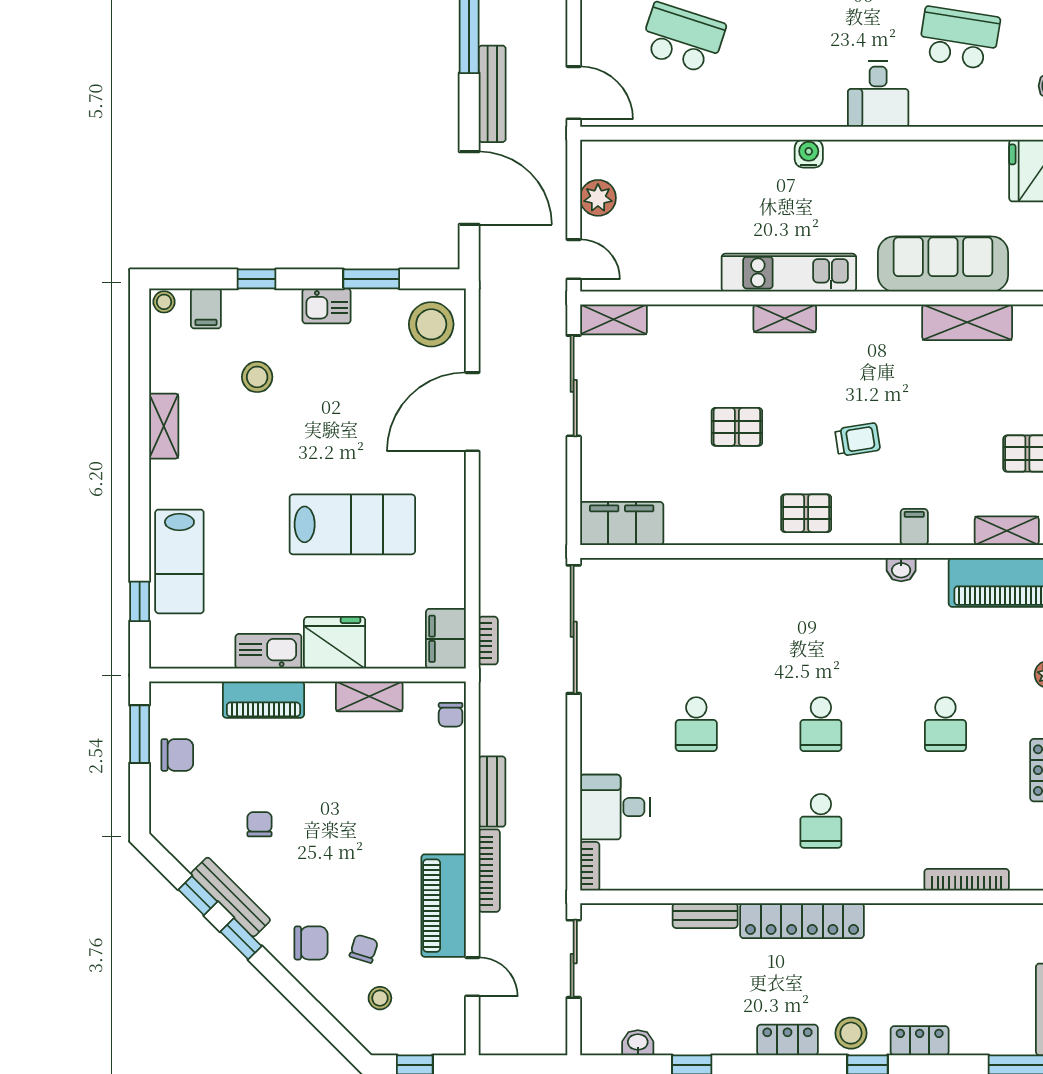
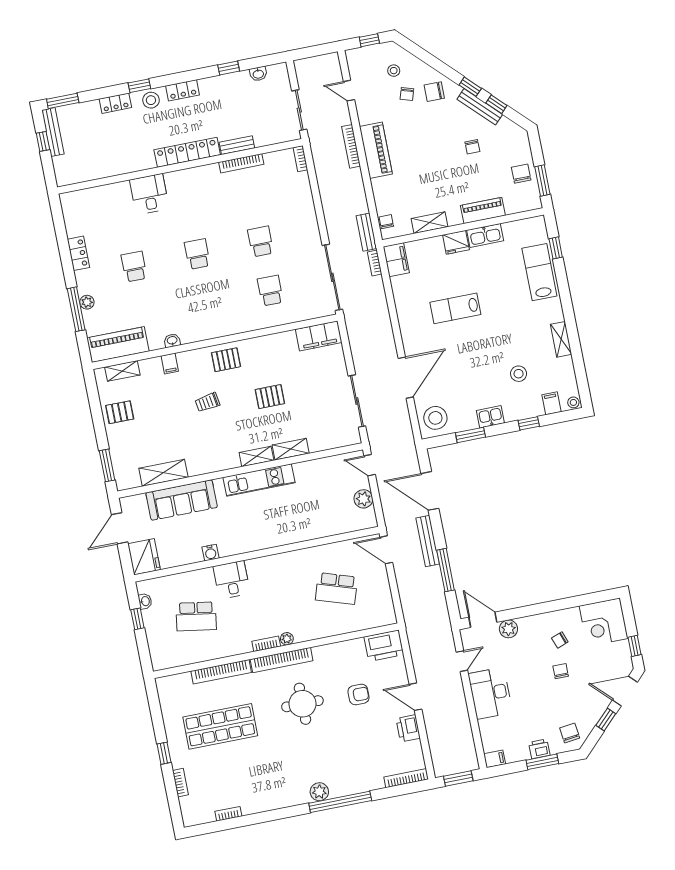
water cooler: (809, 154) -> (211, 553), moved
shelving: (614, 319) -> (291, 449), moved
lab bench: (352, 524) -> (455, 308), width x0.73, depth x0.72
fridge: (335, 643) -> (456, 242), width x0.73, depth x0.75
chair: (177, 755) -> (521, 174), turned 90
bench: (492, 792) -> (367, 232), moved
desk: (615, 807) -> (149, 194), moved, turned -90
school desk: (821, 821) -> (270, 291), moved
bookcase: (967, 880) -> (241, 163), moved
piano: (444, 906) -> (376, 150), moved

